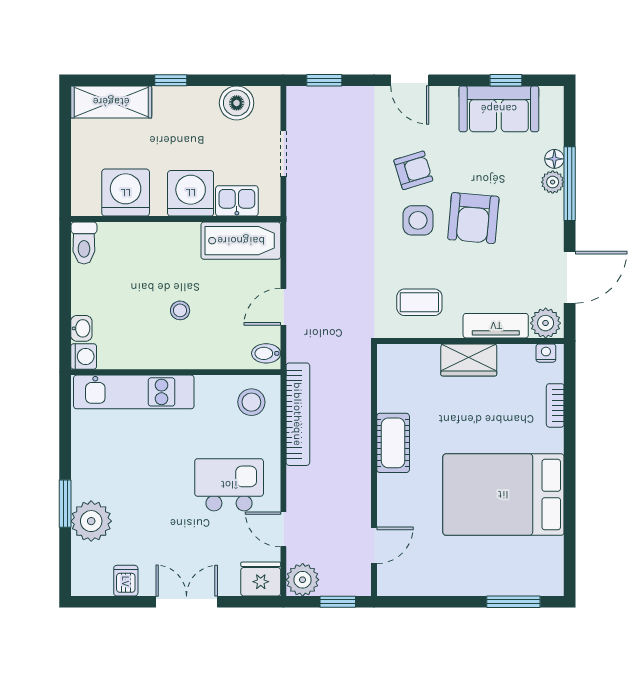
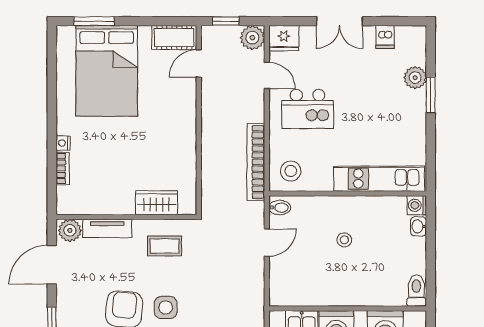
bathtub: (241, 241) -> (299, 292), removed
nightstand: (546, 353) -> (63, 143), moved, turned 90
wardrobe: (469, 360) -> (157, 203), moved
cot: (393, 443) -> (174, 38), moved, turned 90
bed: (503, 495) -> (107, 71), moved, turned 90
plant: (91, 521) -> (415, 78), width x0.73, depth x0.73

